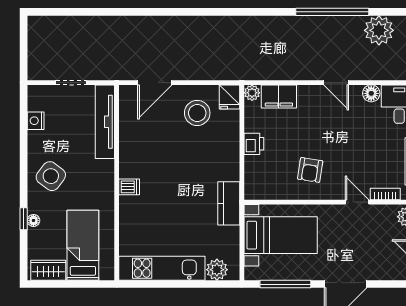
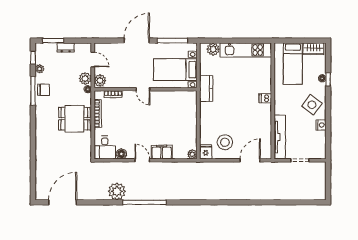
filing cabinet: (279, 96) -> (162, 152), moved
nightstand: (36, 121) -> (321, 125), moved
printer: (254, 144) -> (191, 124), removed
armchair: (310, 170) -> (158, 108), removed
door: (357, 202) -> (143, 89), moved

